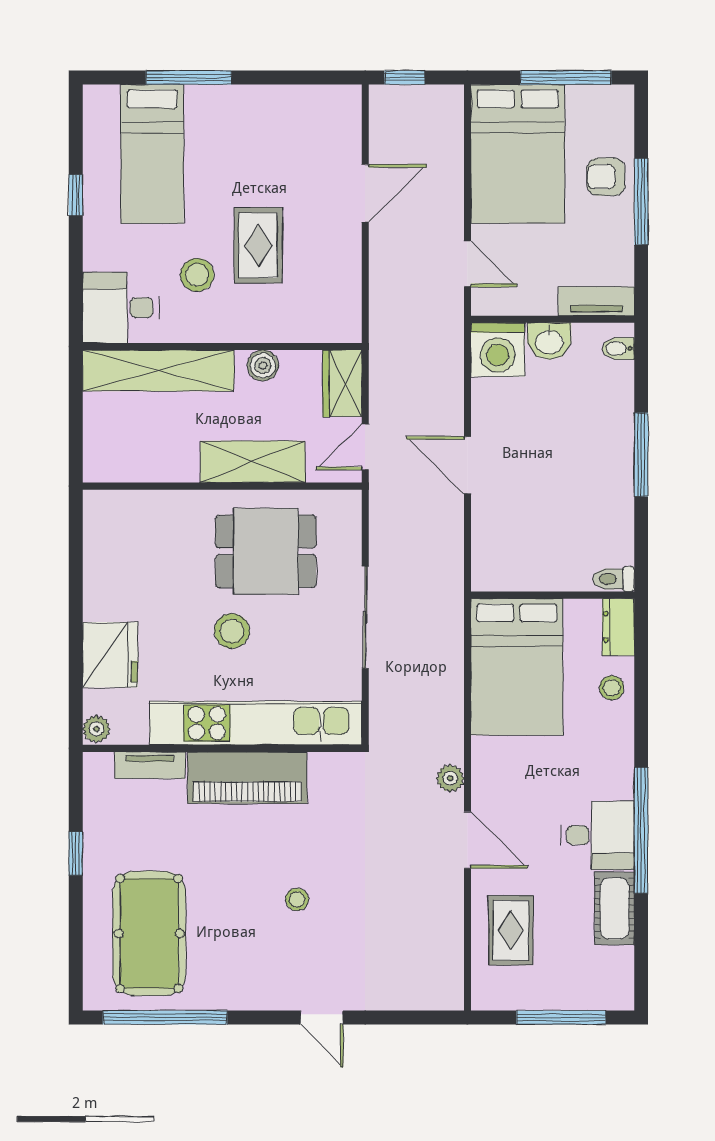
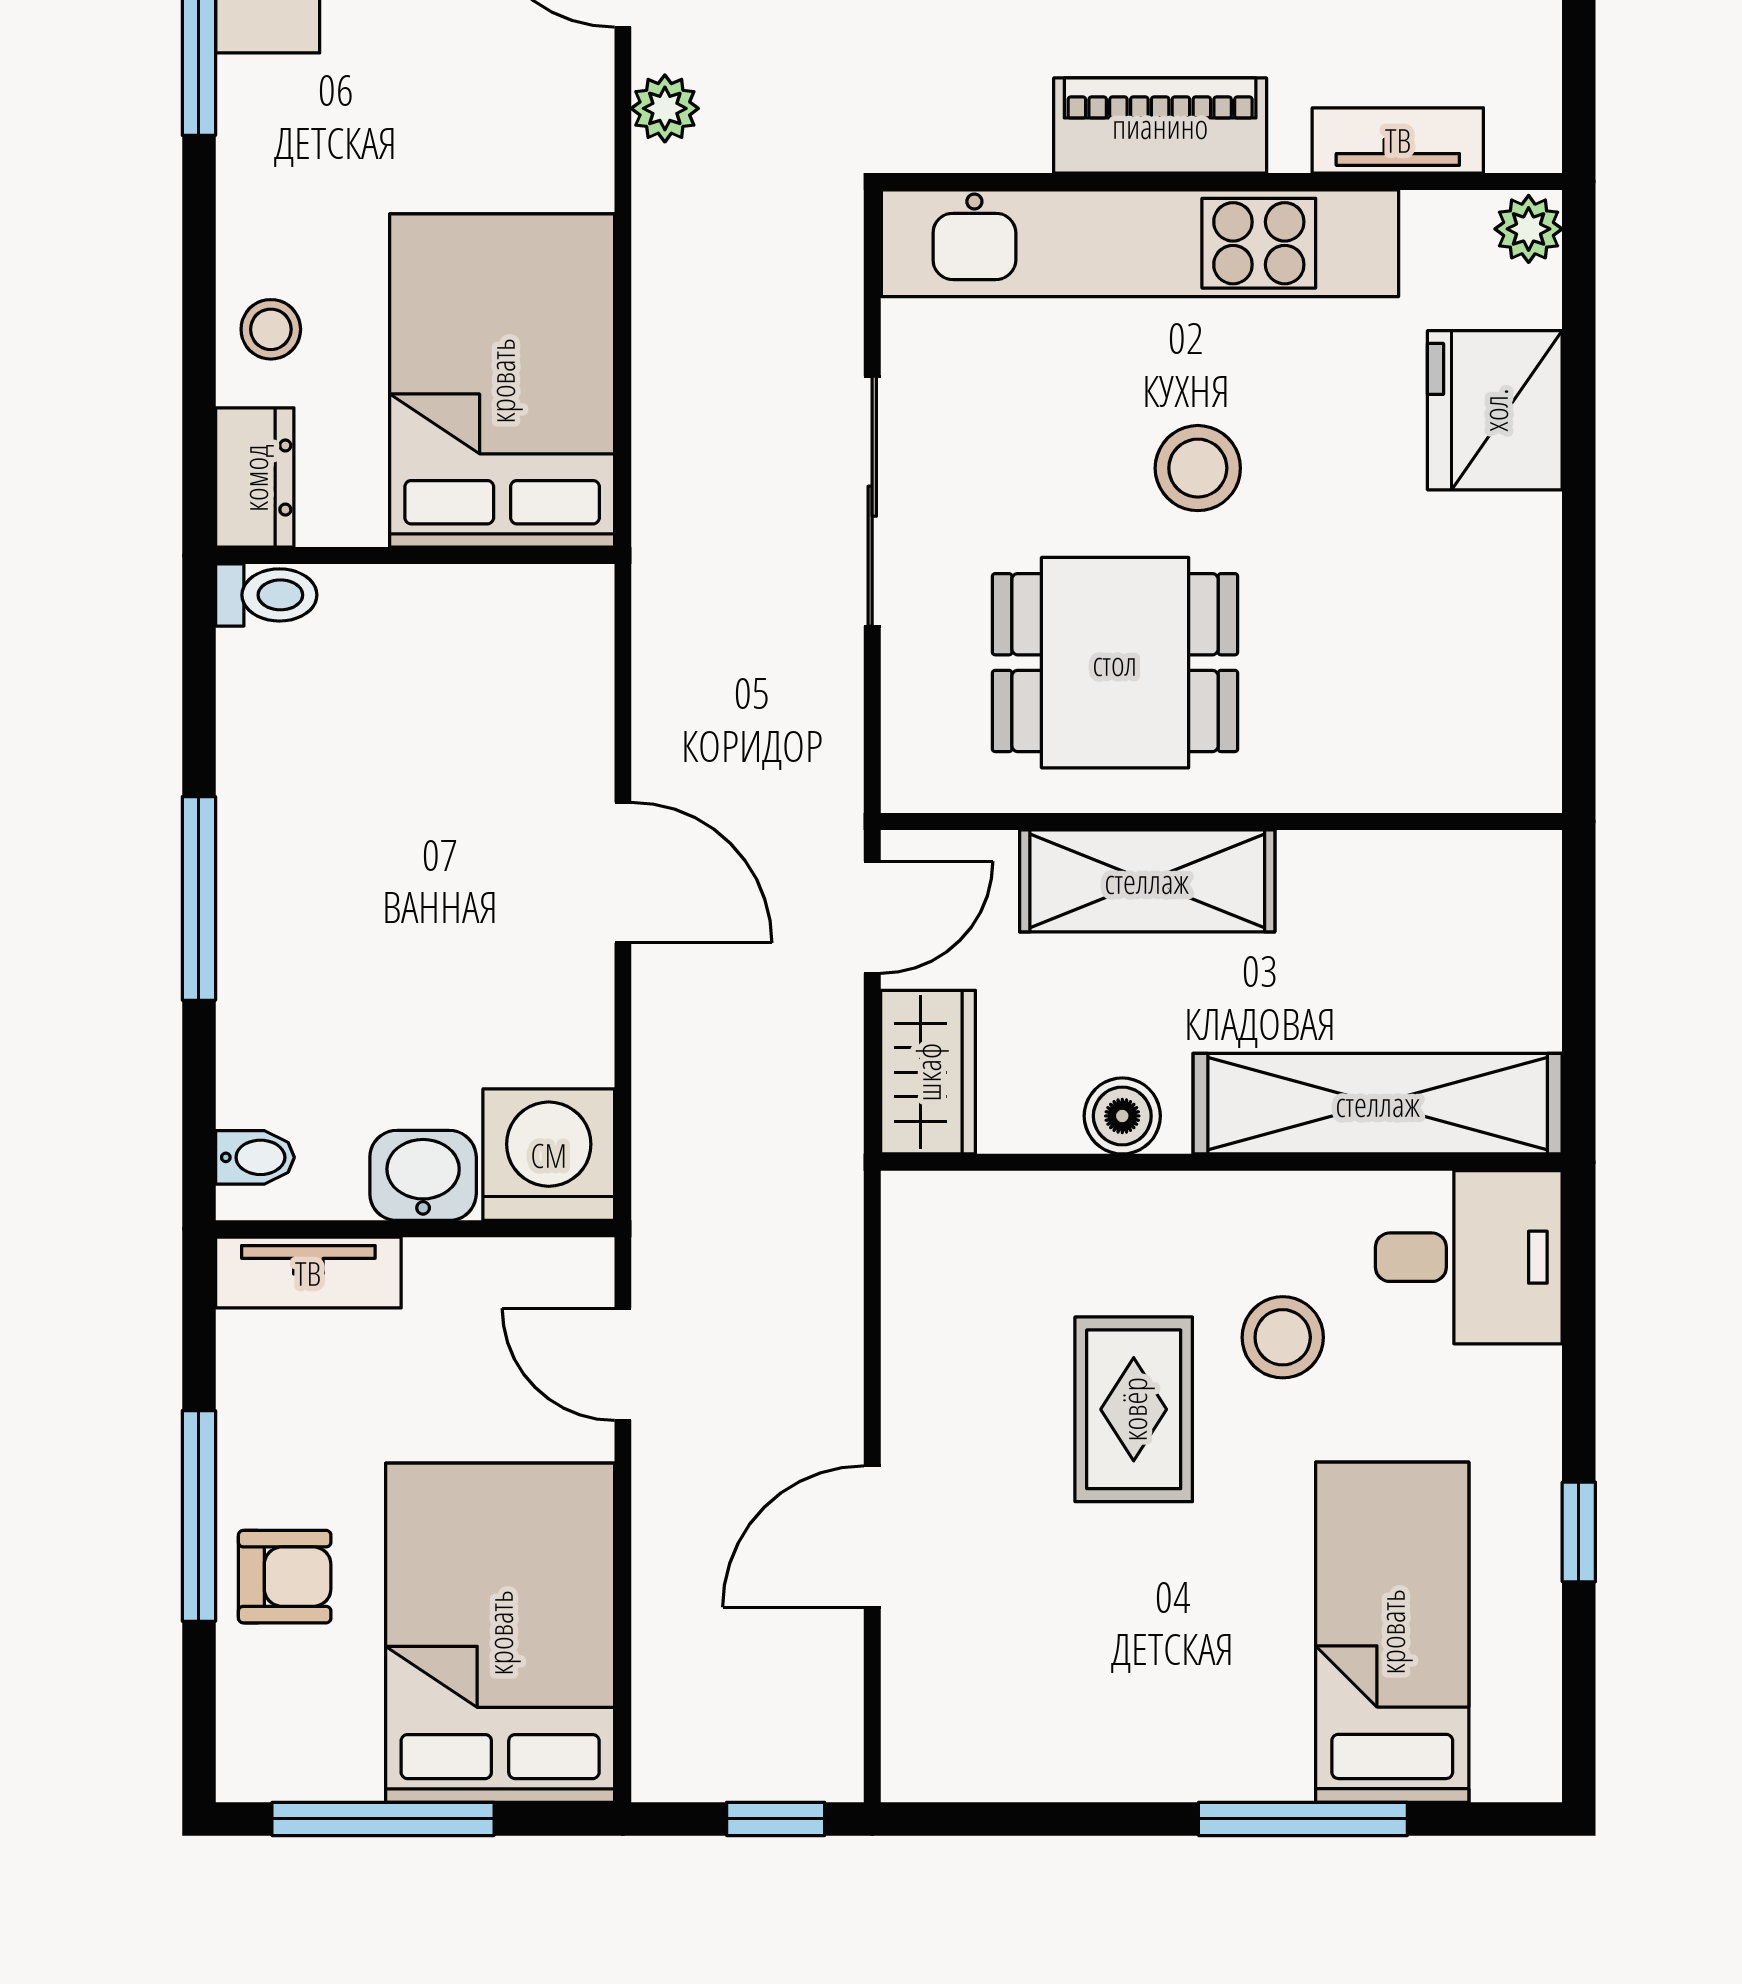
piano: (247, 778) -> (1160, 126), width x0.73, depth x0.75

